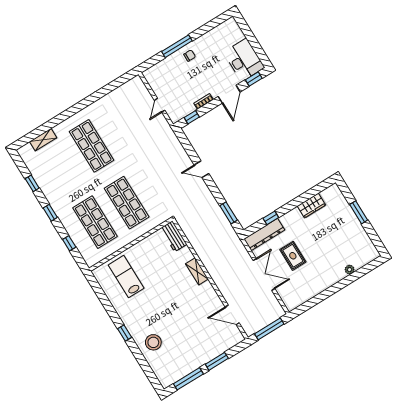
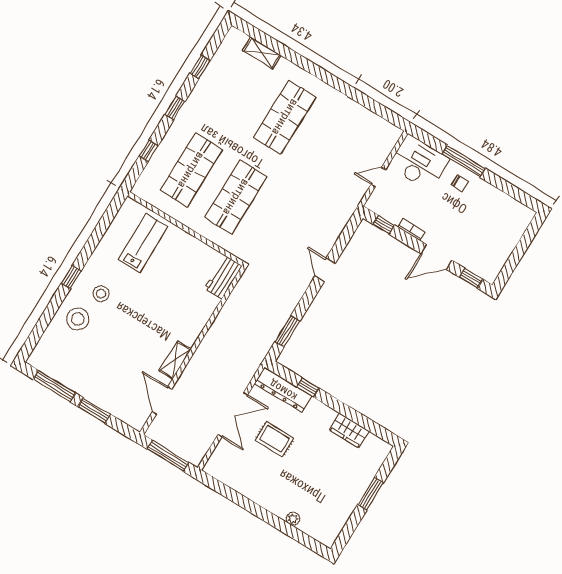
desk: (244, 60) -> (419, 163), moved, turned -90
rug: (293, 256) -> (274, 439), turned 90
shelving: (197, 271) -> (175, 360), moved
stool: (145, 319) -> (101, 294), added

